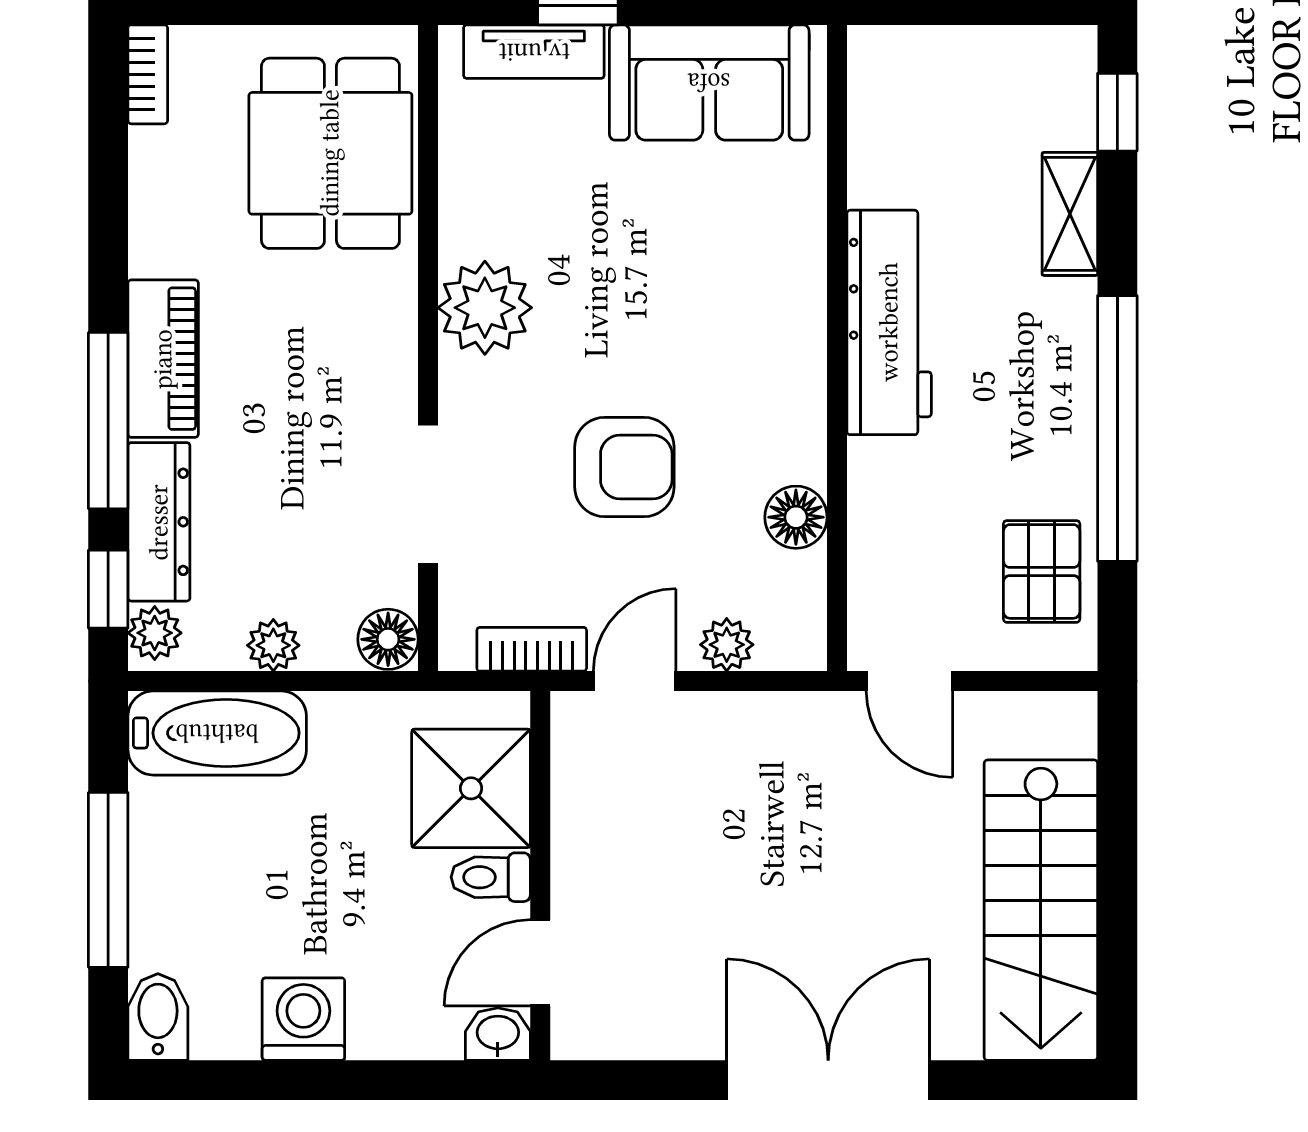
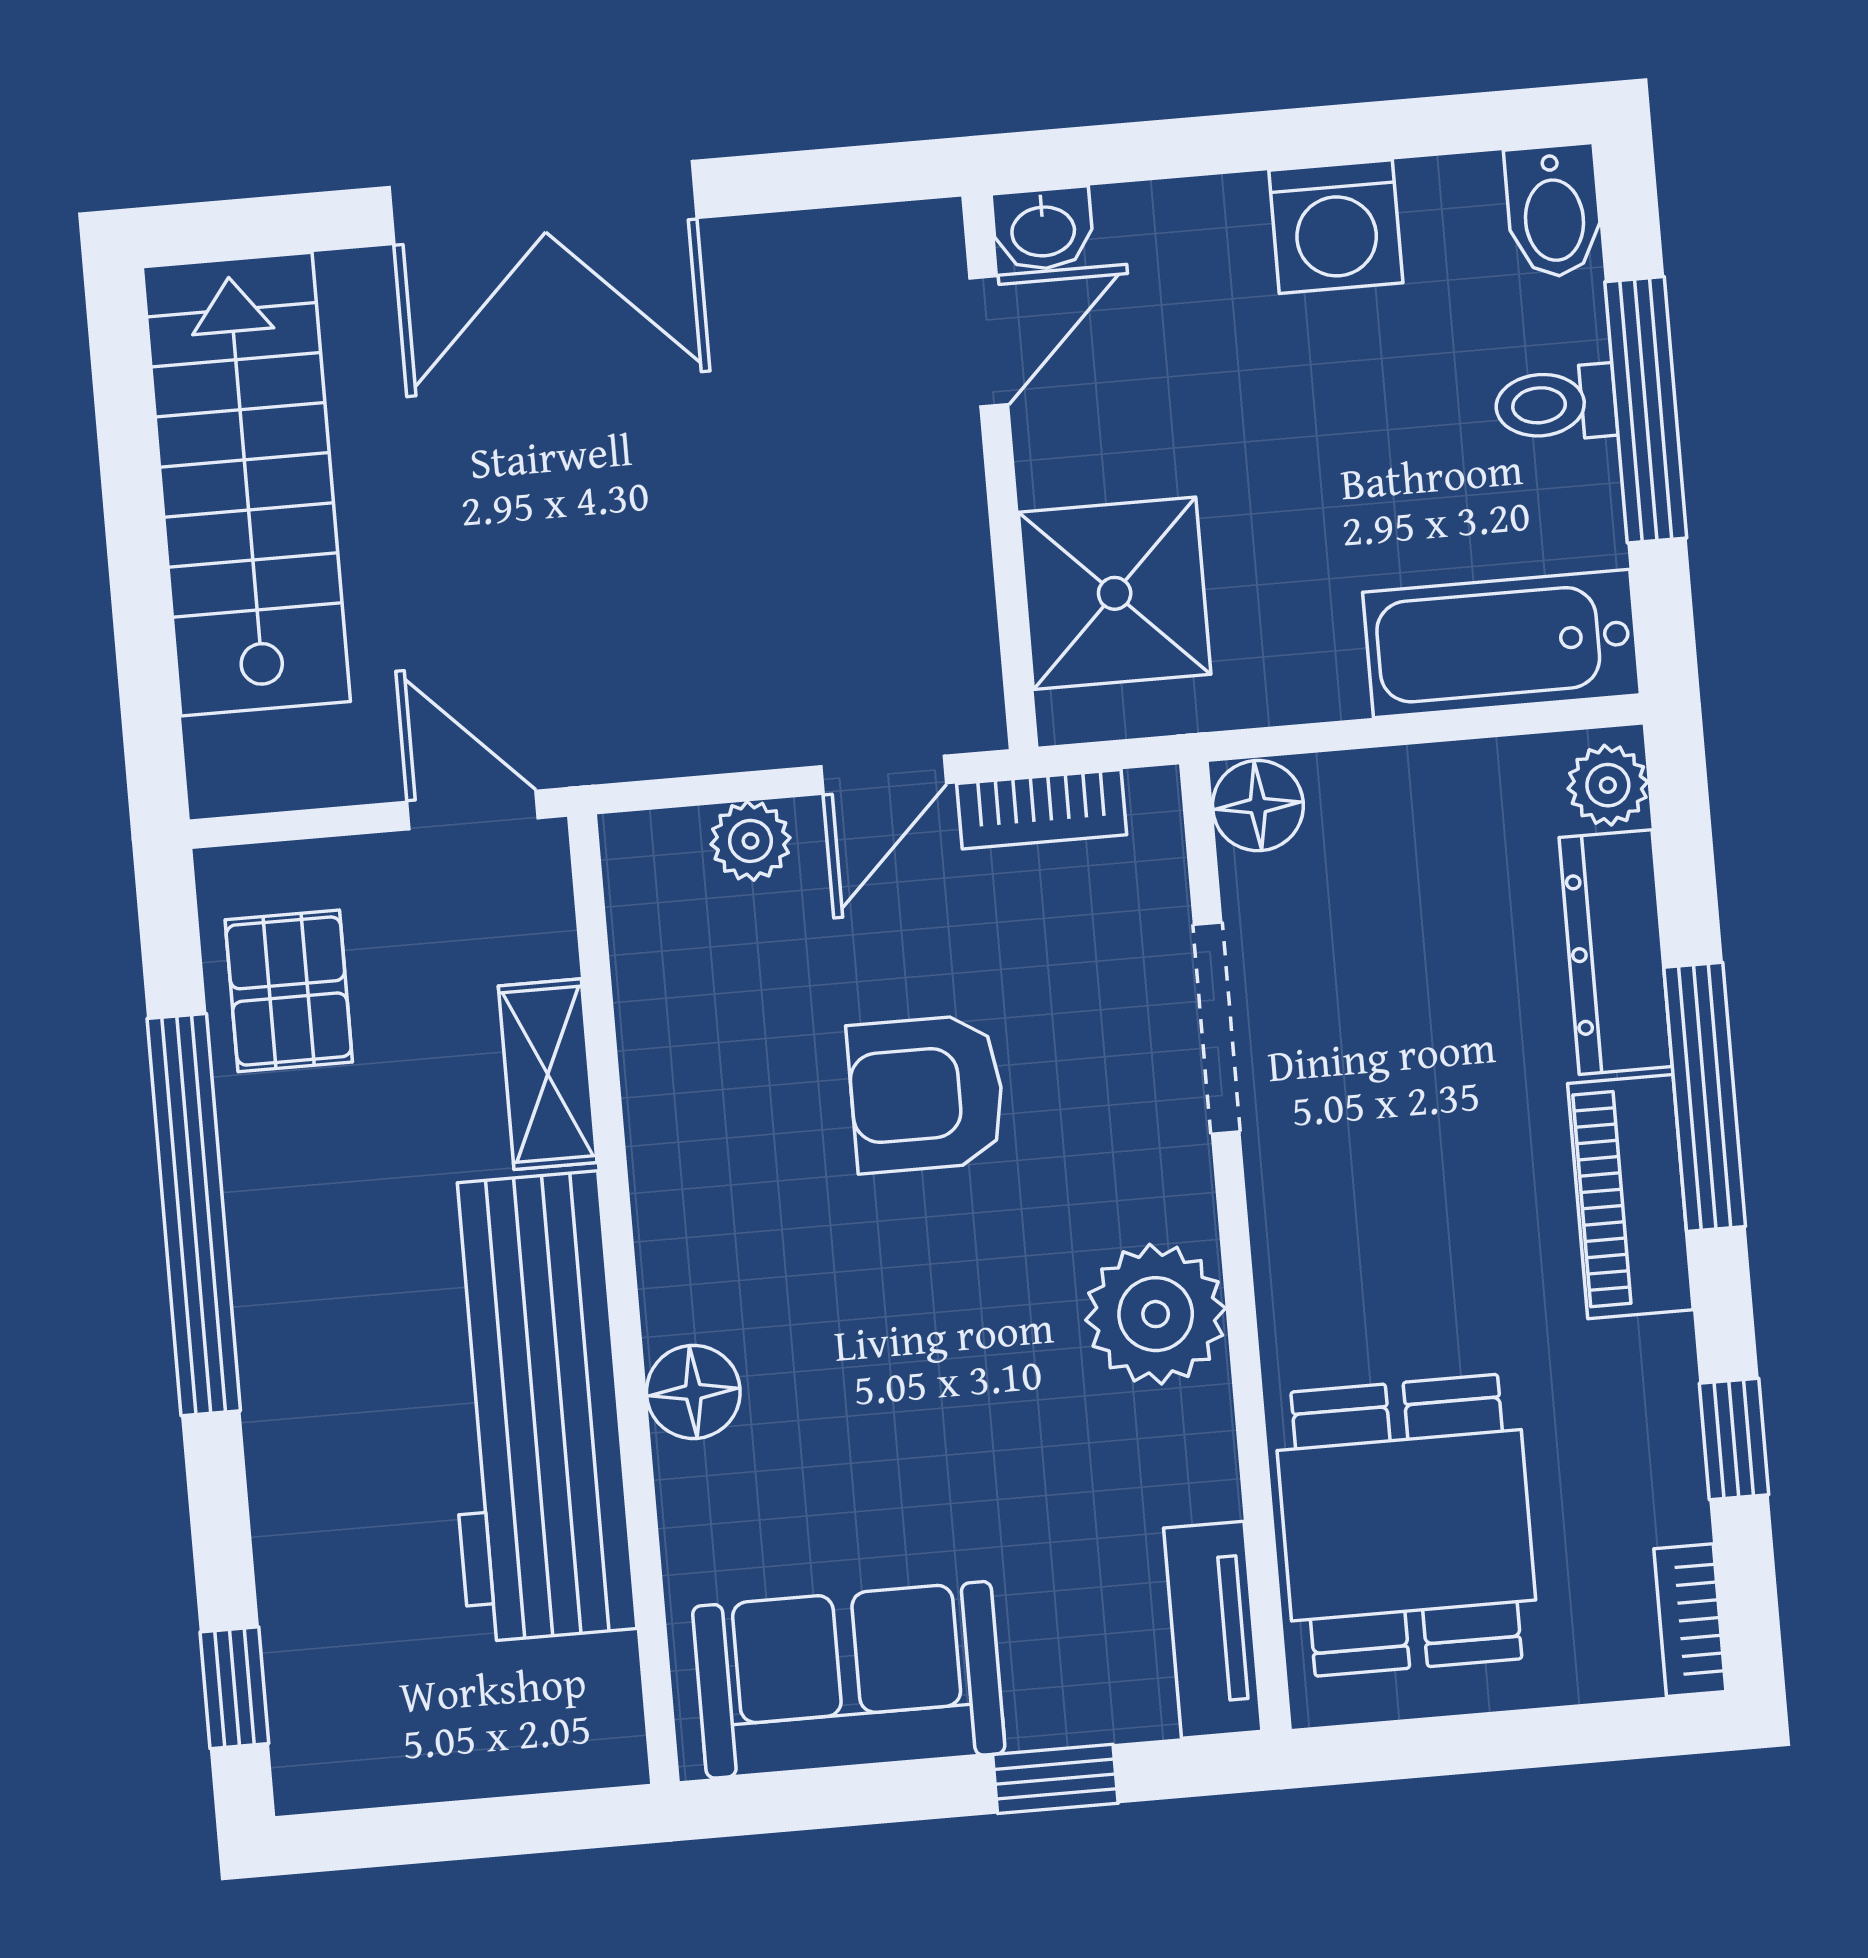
tv unit: (534, 52) -> (1213, 1630), moved, turned -90
shelving: (1070, 214) -> (548, 1074), moved
workbench: (889, 322) -> (534, 1407), width x1.36, depth x1.32
floor lamp: (796, 517) -> (693, 1392), moved
window: (108, 589) -> (1734, 1439), moved
plant: (273, 645) -> (1429, 782), removed
toilet: (491, 877) -> (1556, 404), moved, turned 180

